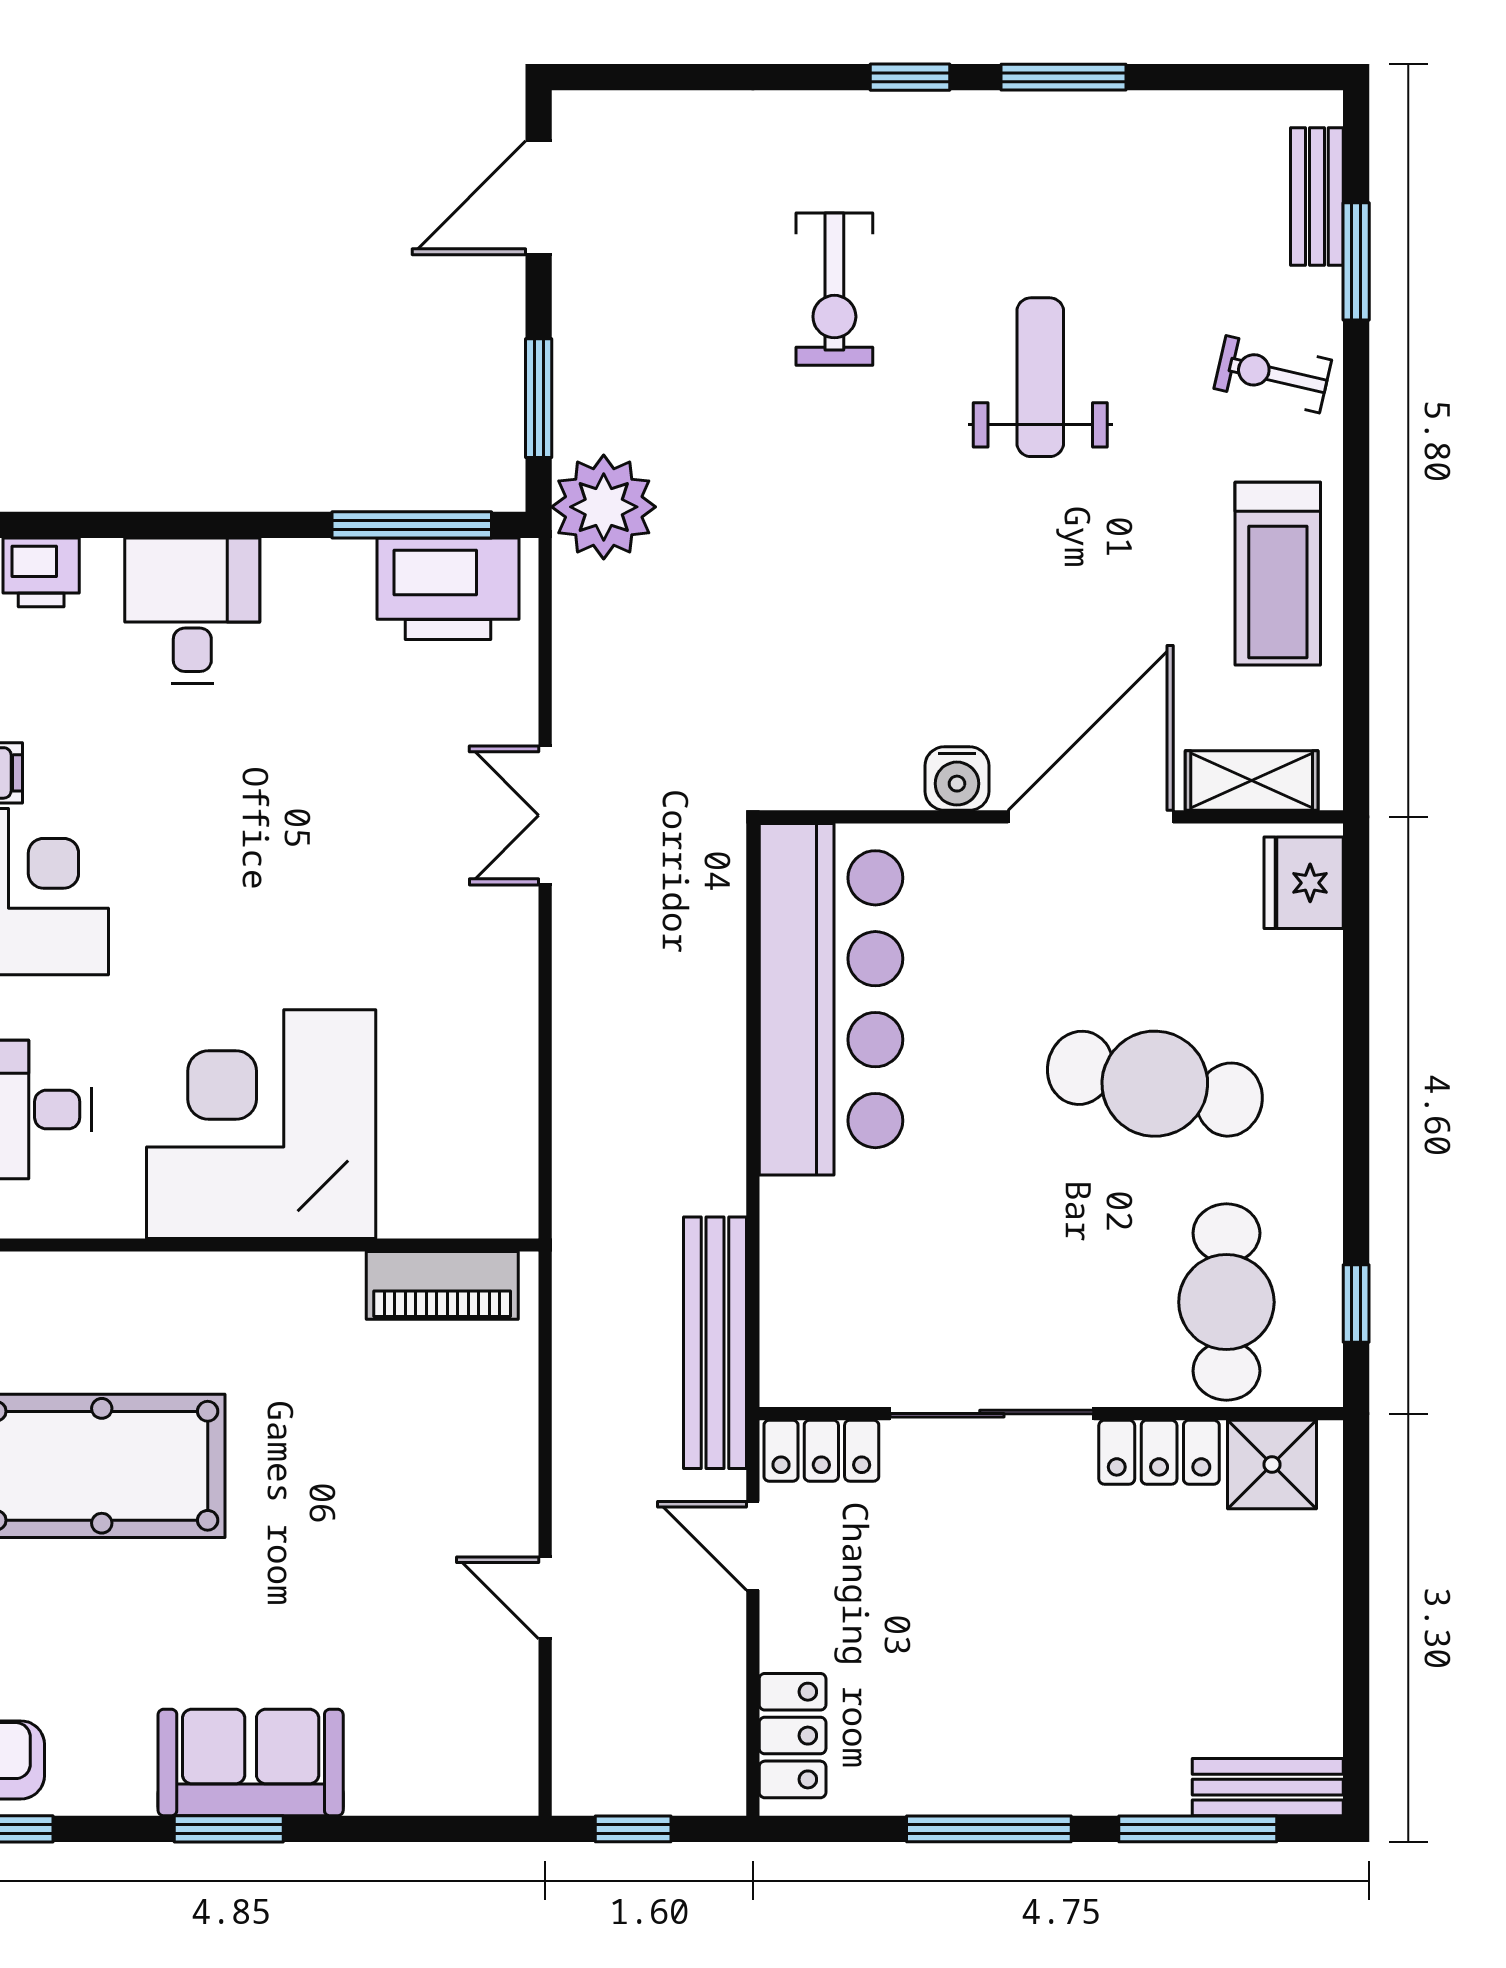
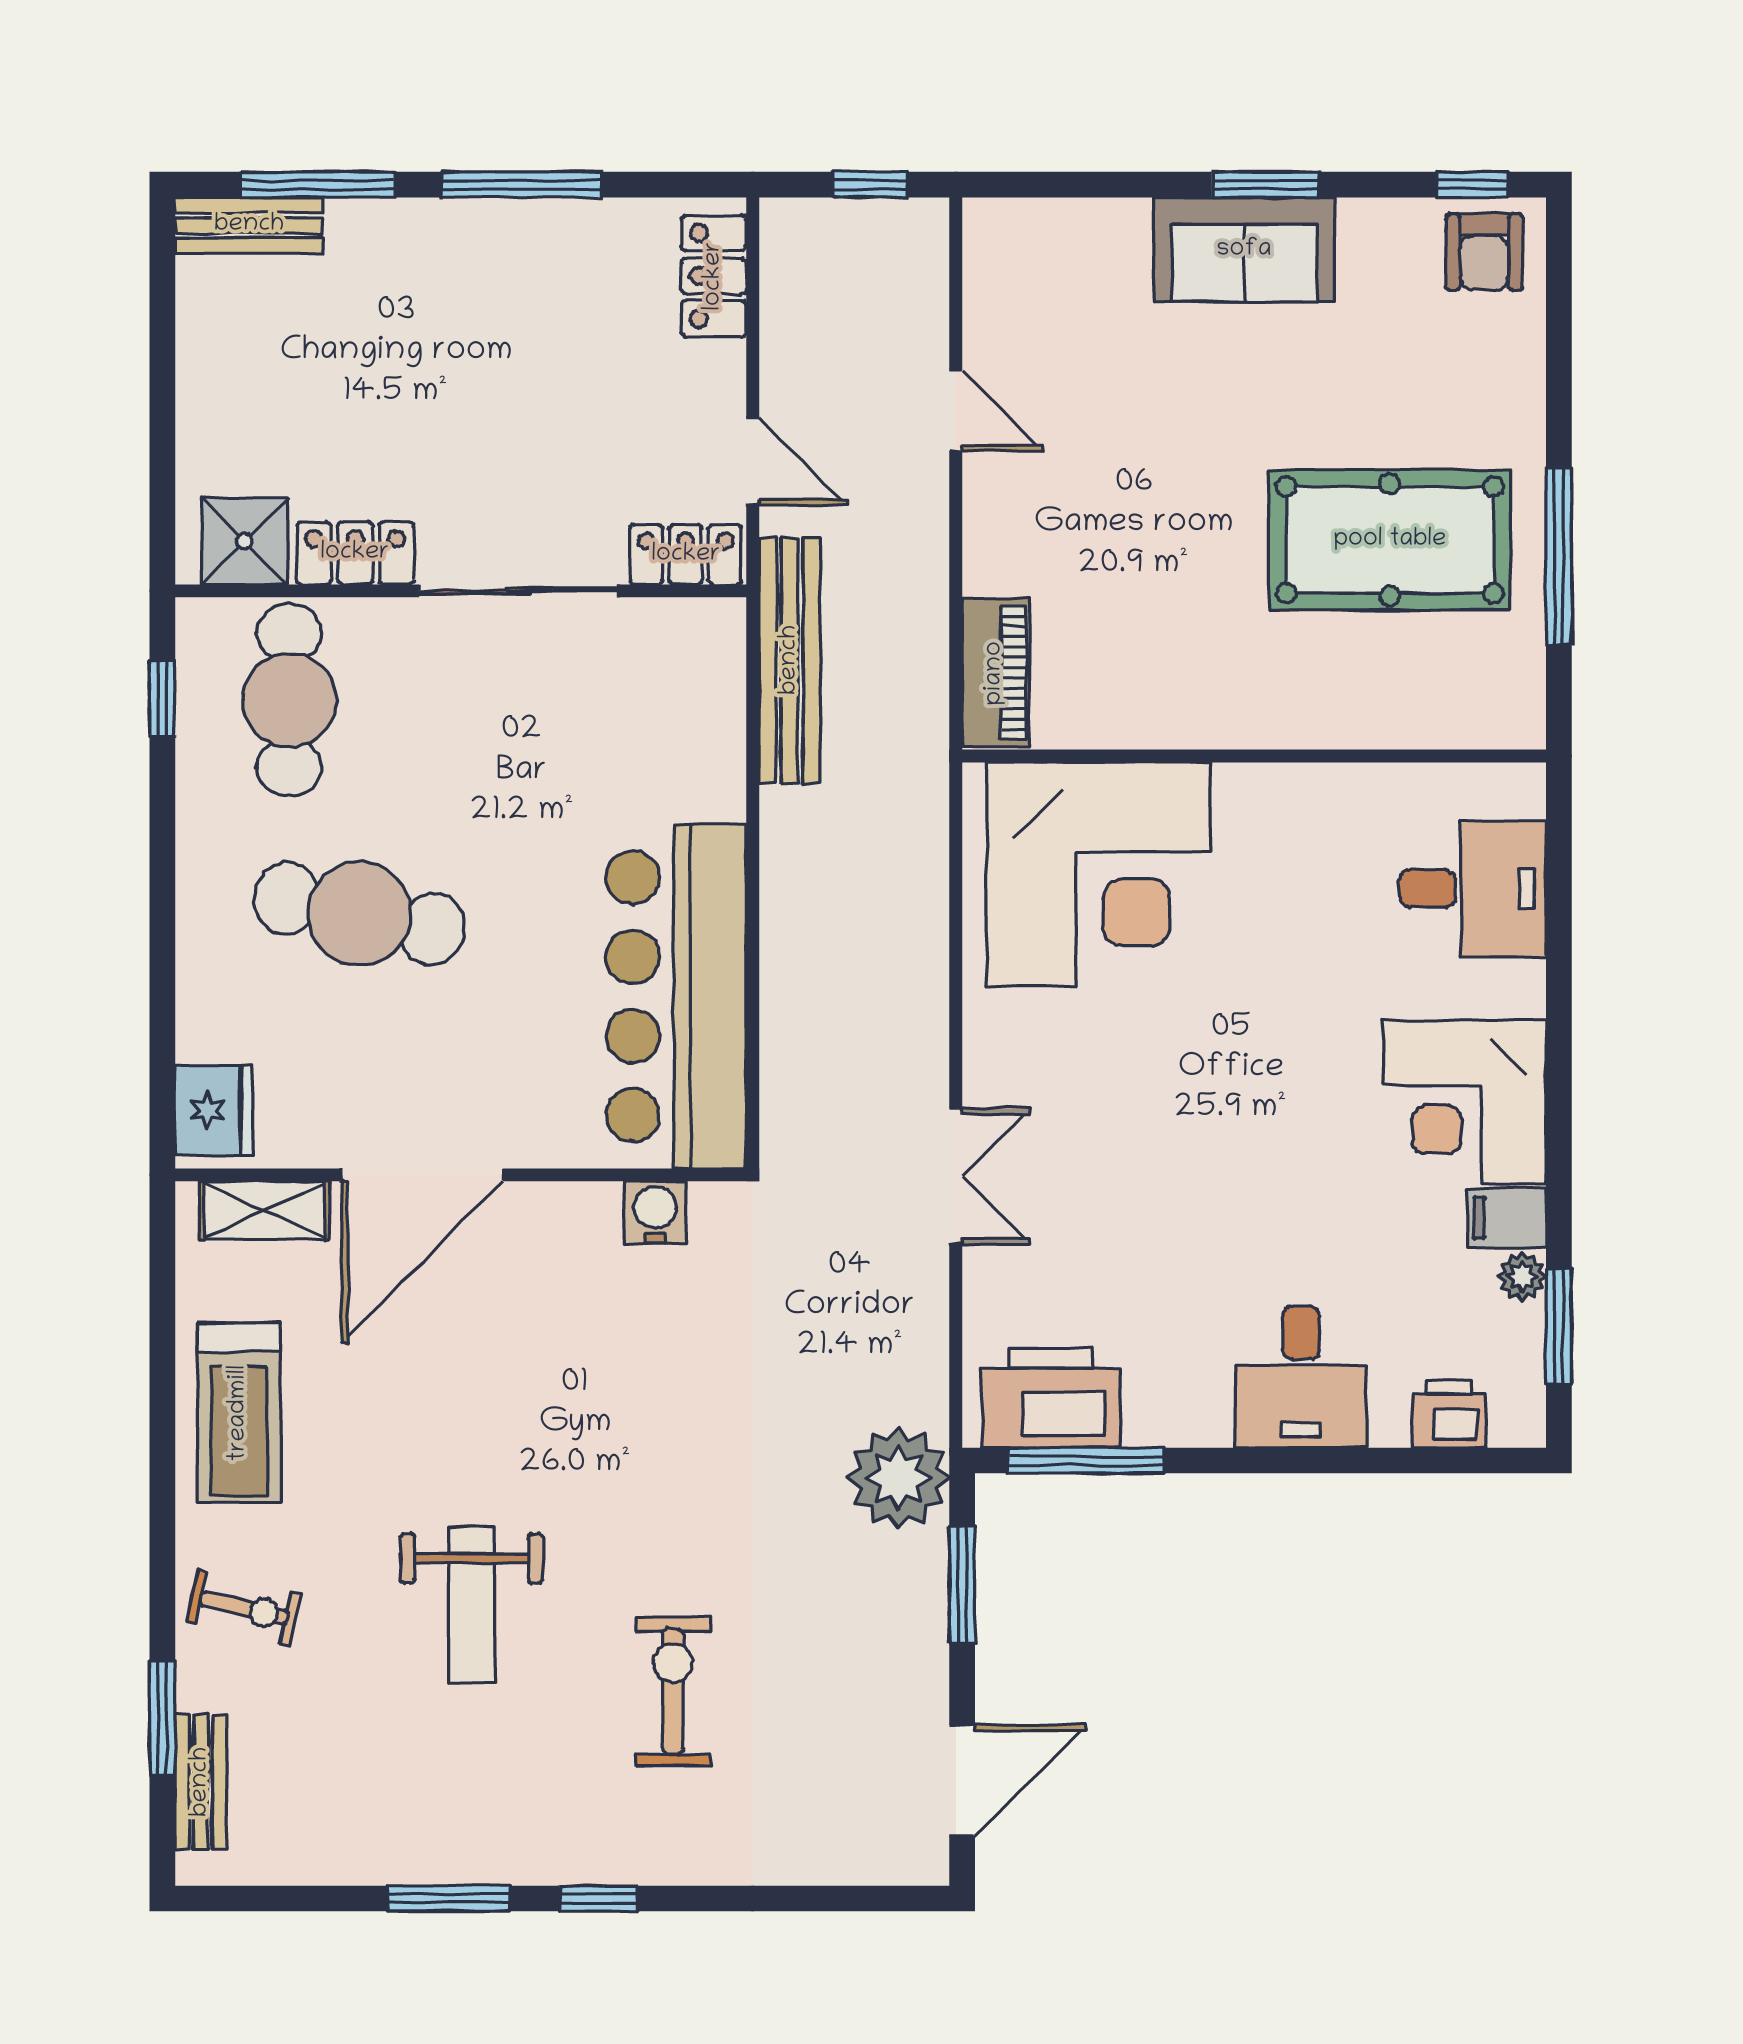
treadmill: (1278, 574) -> (239, 1413), turned 180
water cooler: (957, 778) -> (655, 1212), moved
corner desk: (261, 1124) -> (1098, 874), moved
piano: (442, 1285) -> (995, 673), moved, turned 90

